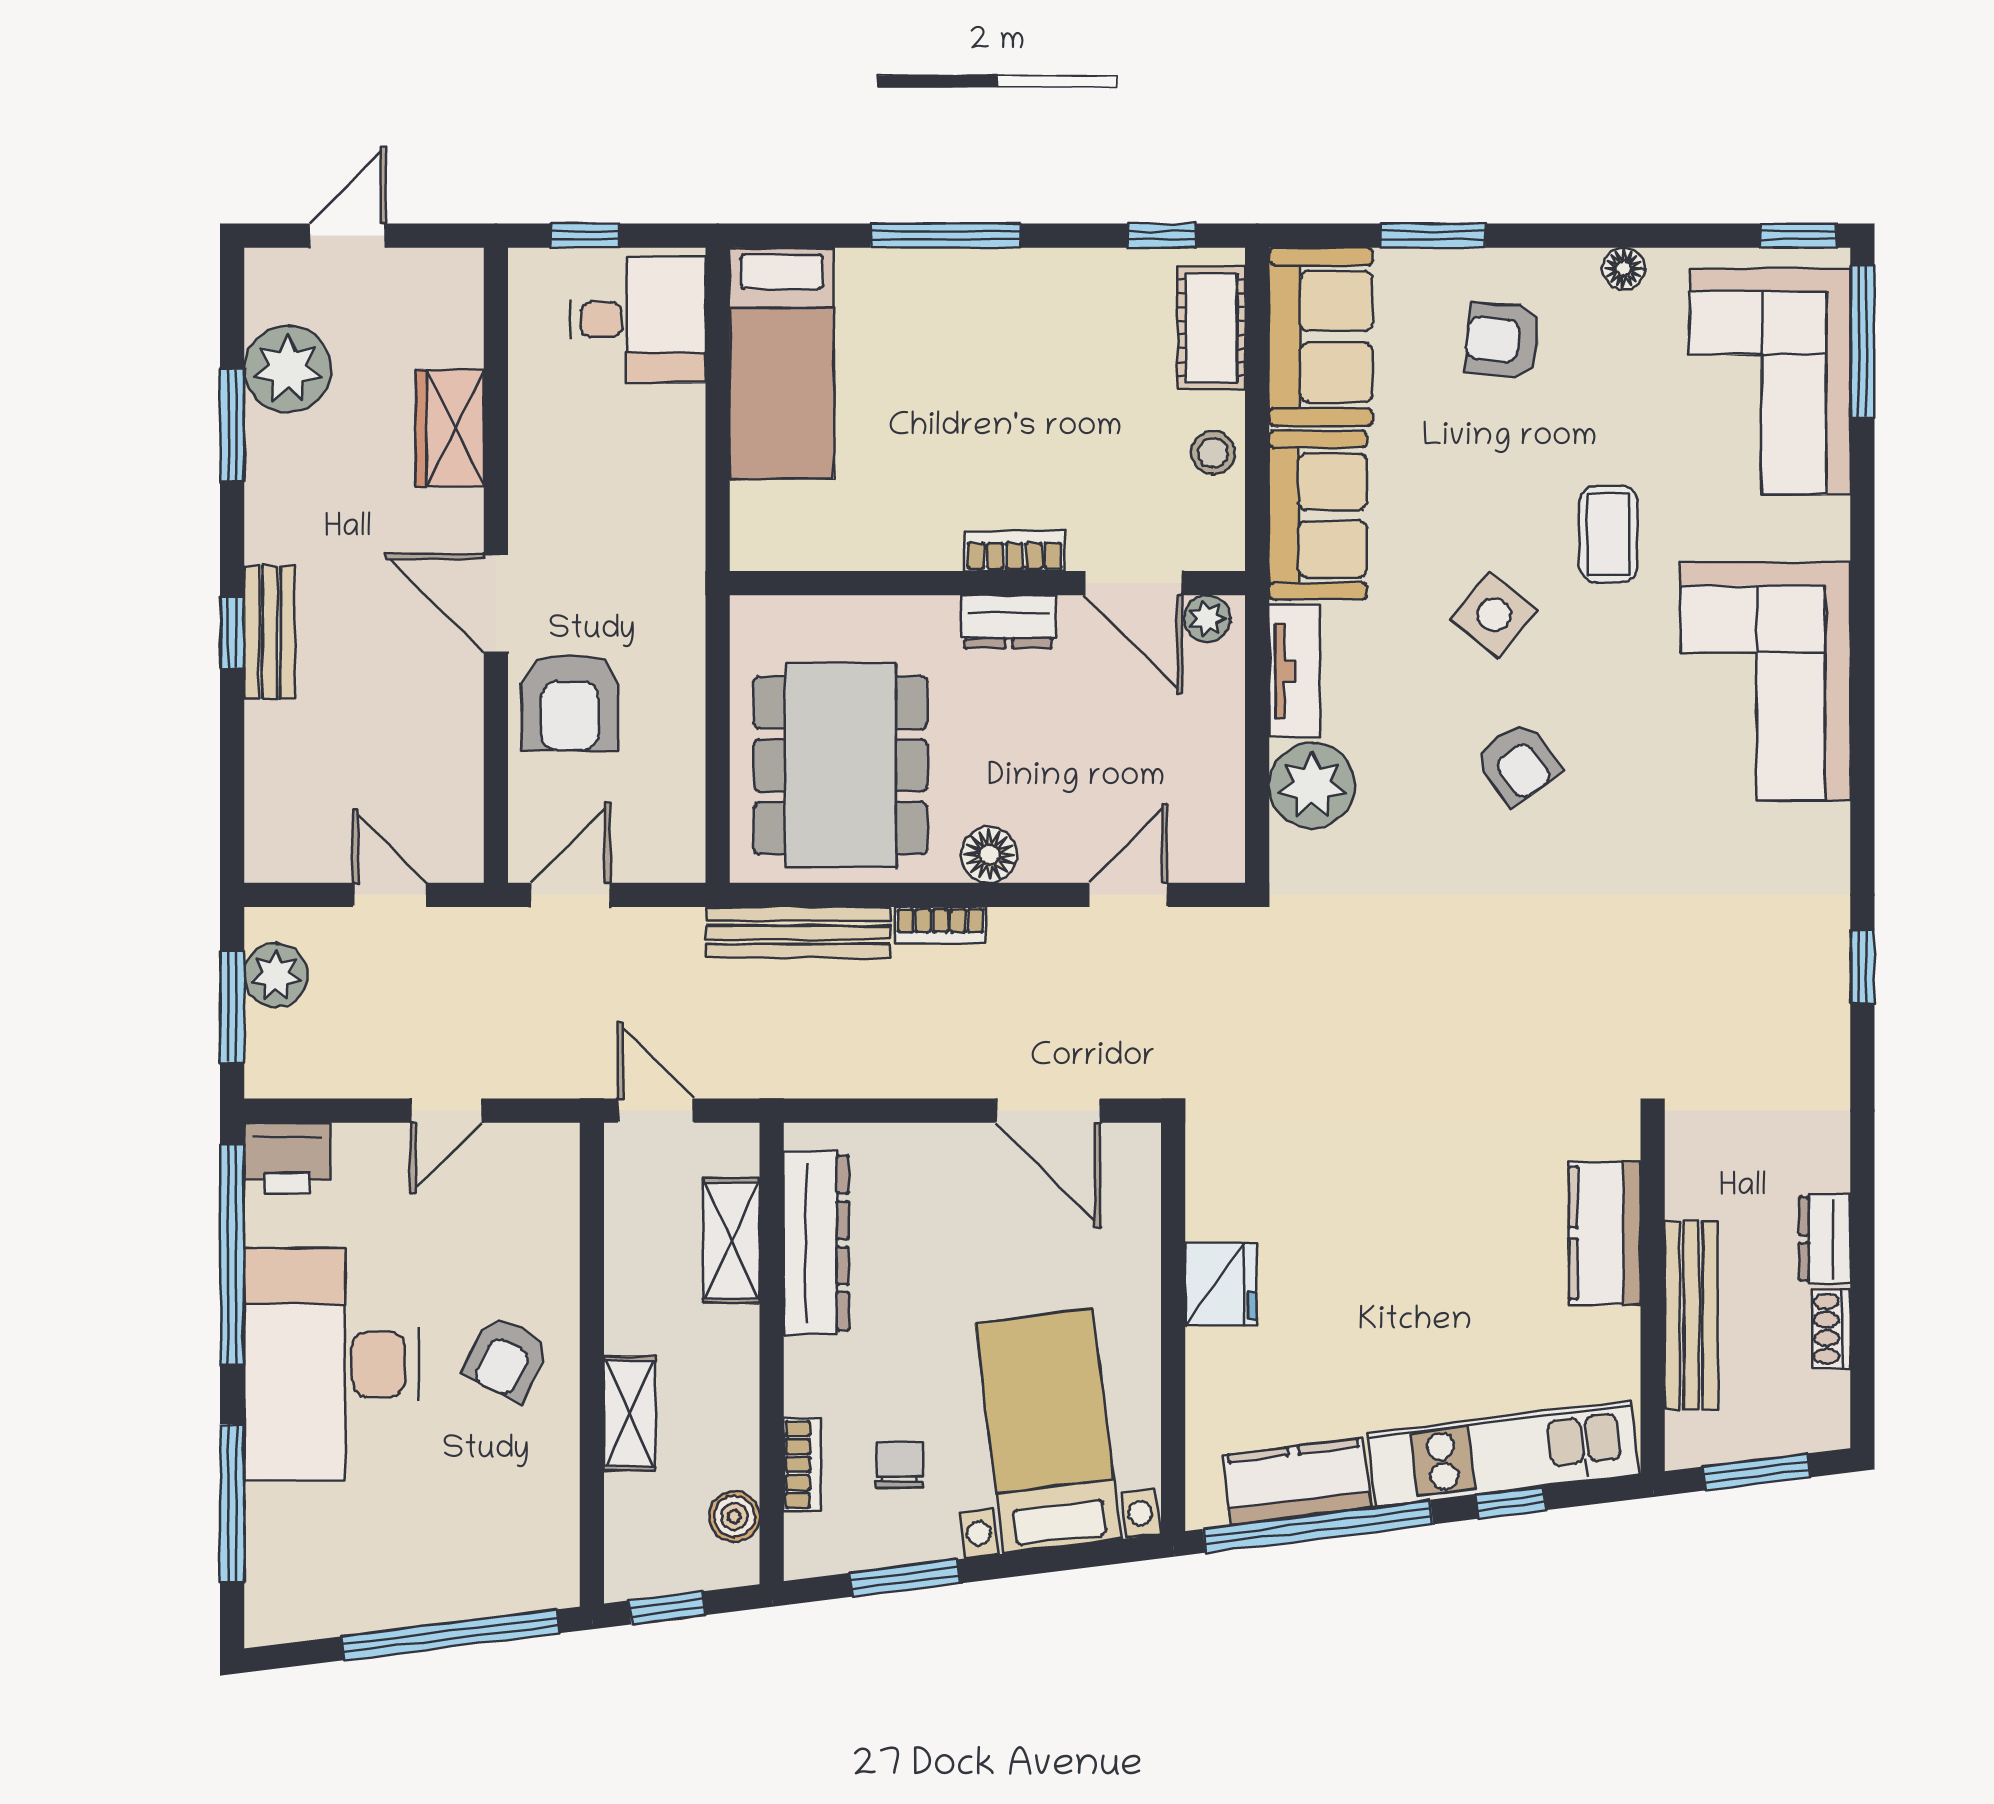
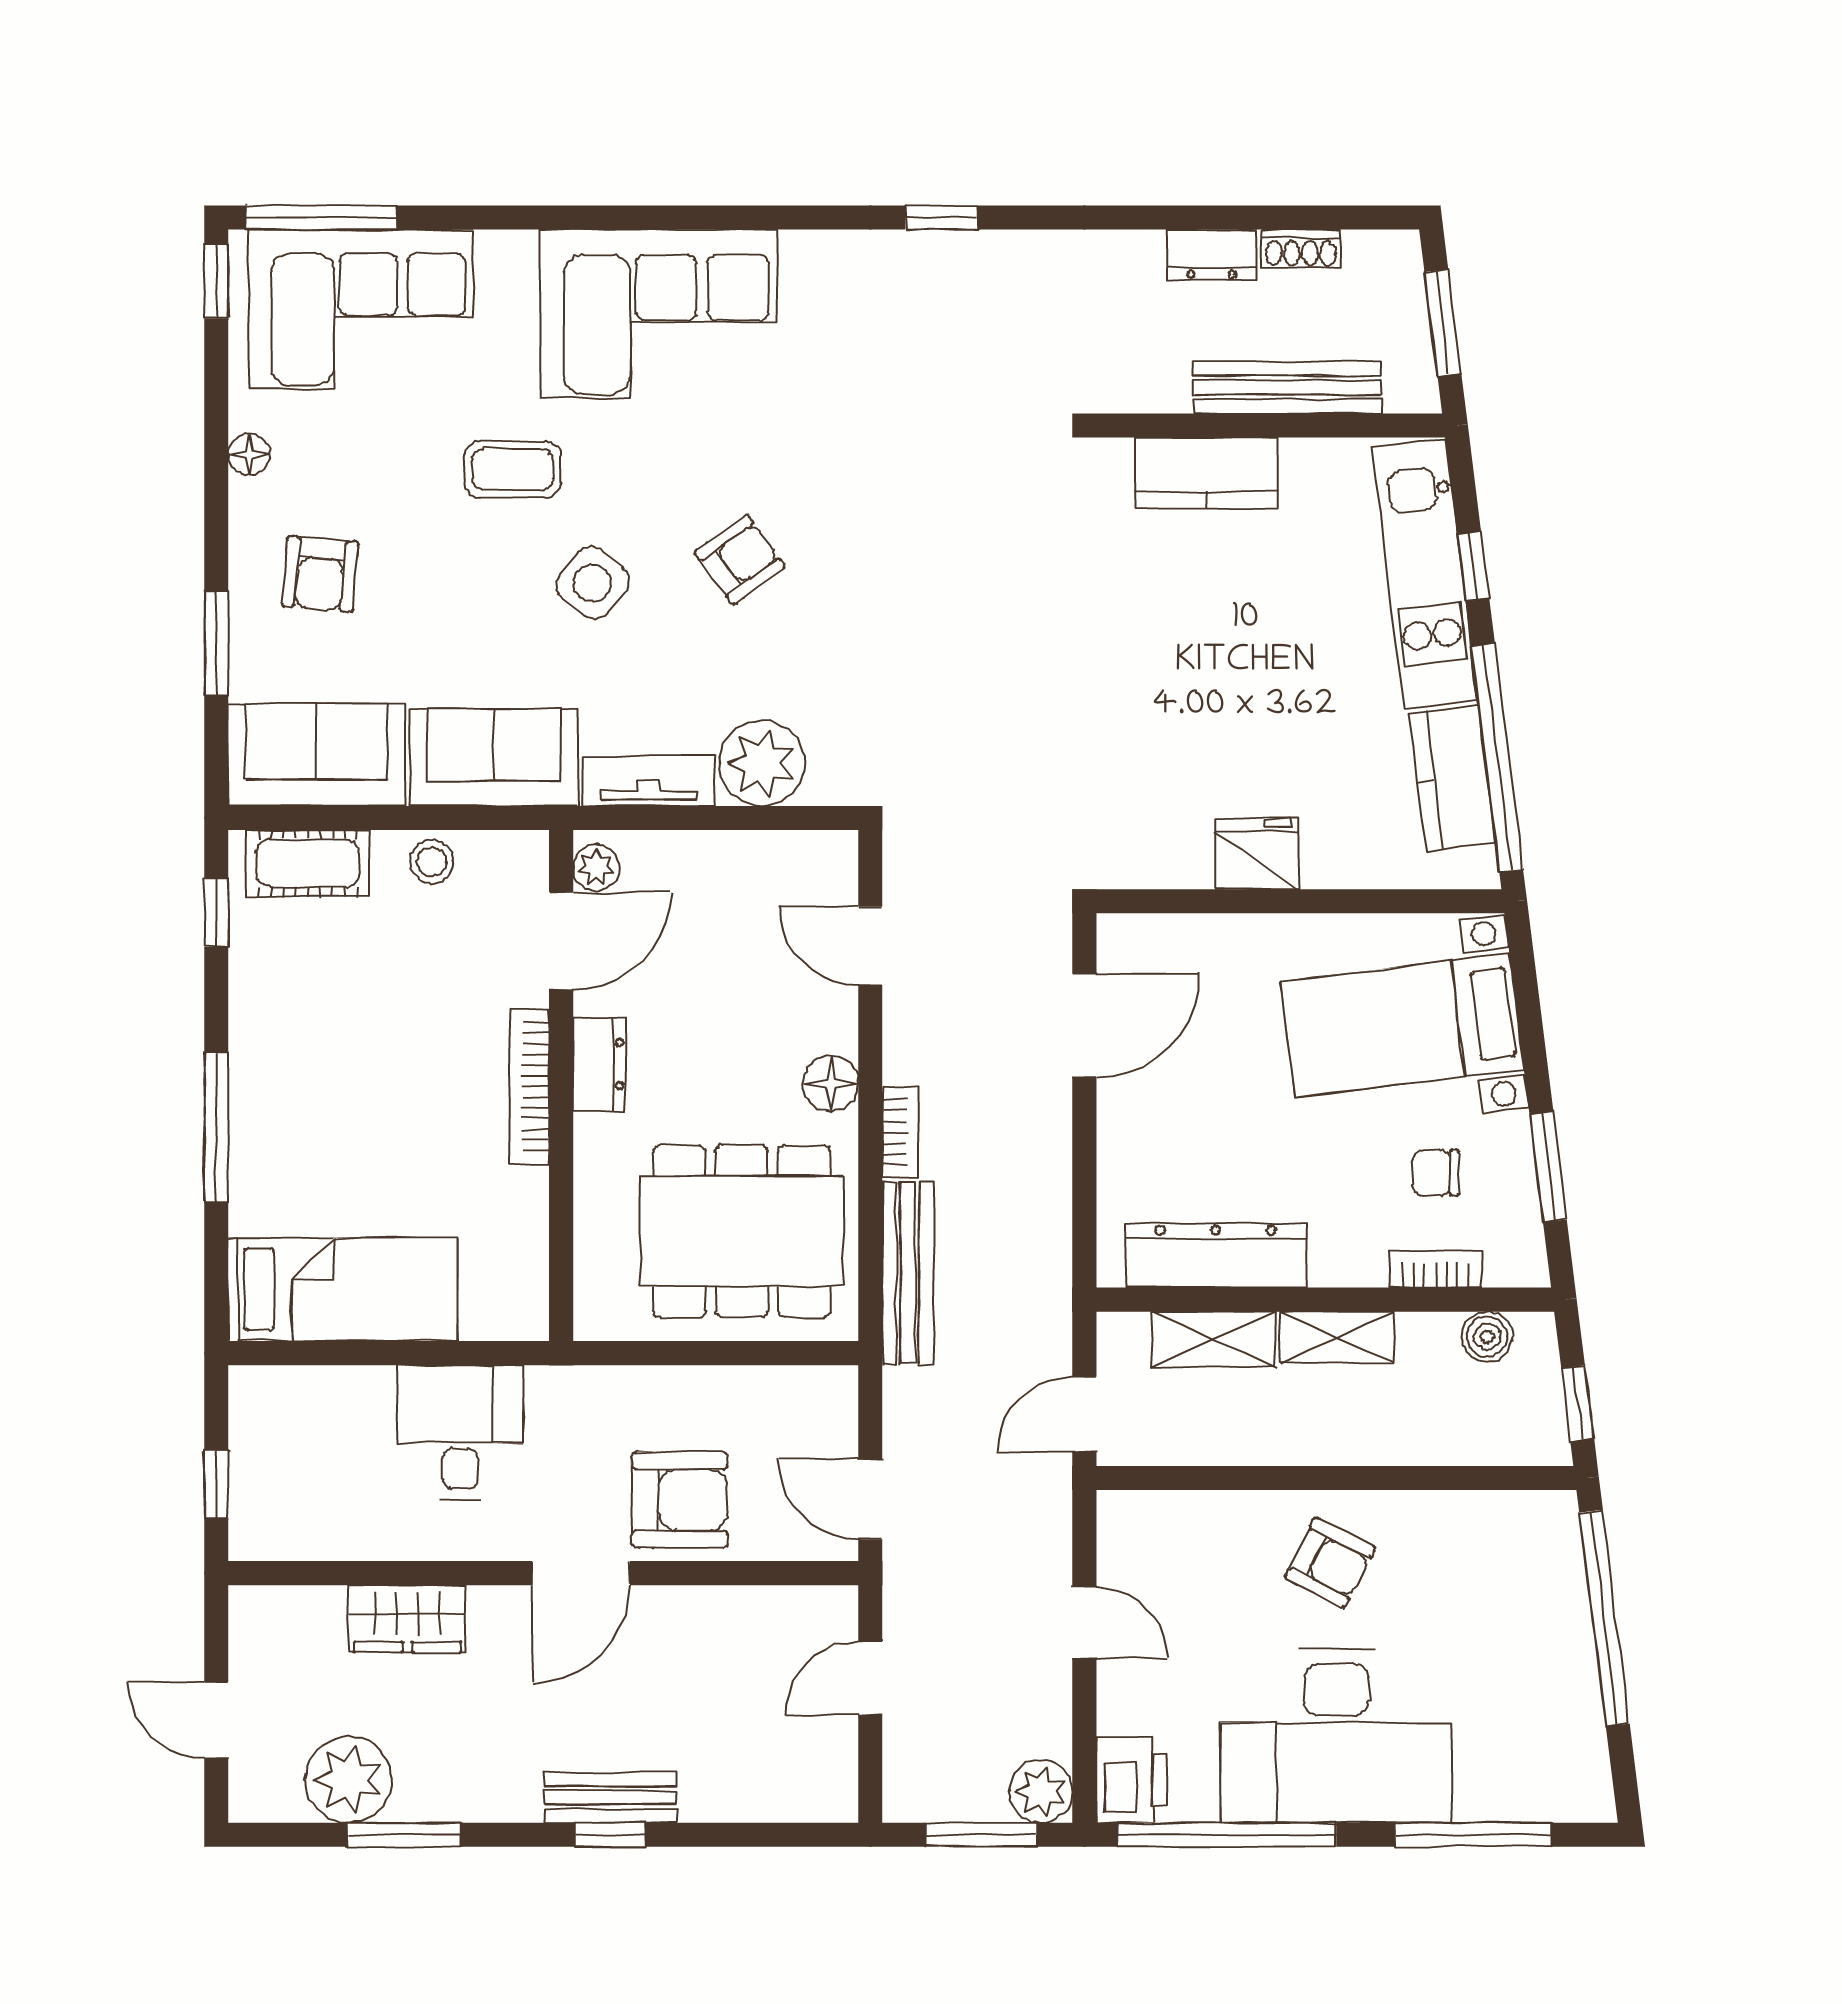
desk: (638, 319) -> (460, 1432), moved
bookcase: (1014, 551) -> (529, 1087), width x1.56
plant: (276, 975) -> (1041, 1791), moved
shelving: (630, 1413) -> (1337, 1337), moved

